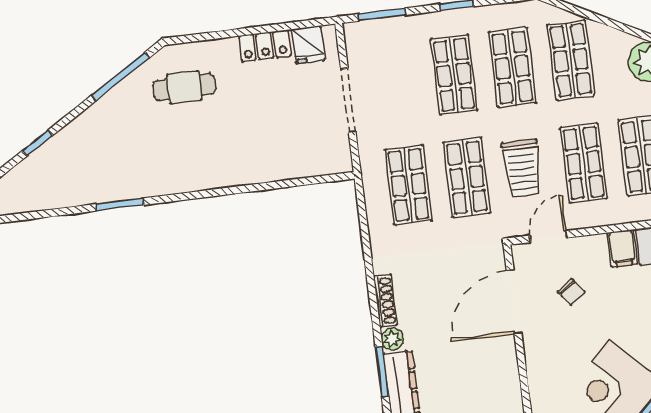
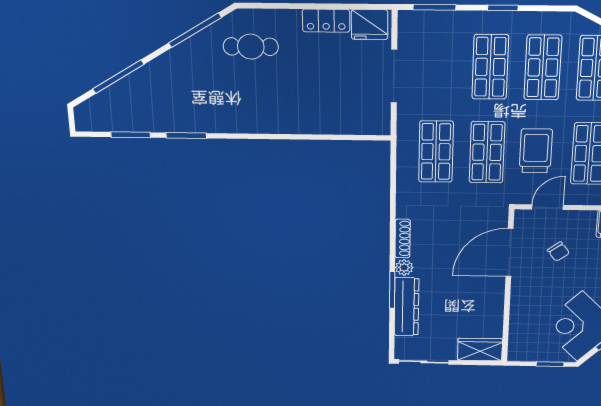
fridge: (308, 45) -> (370, 25), width x1.38
window: (37, 143) -> (118, 77), width x2.17
trolley: (522, 168) -> (536, 151), turned 180
window: (55, 213) -> (131, 135), added

